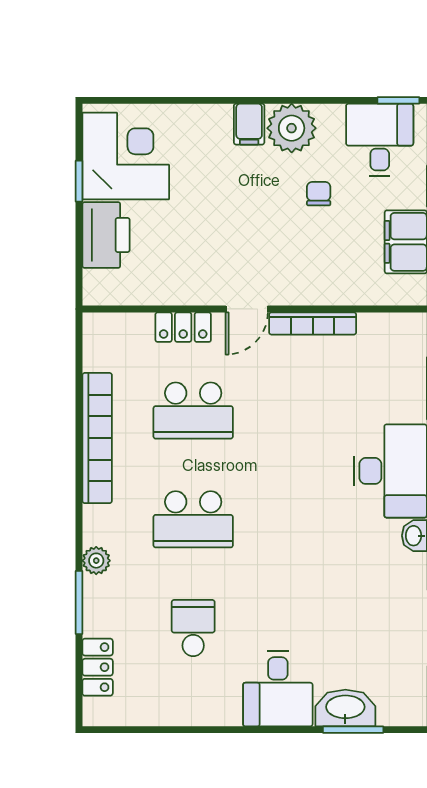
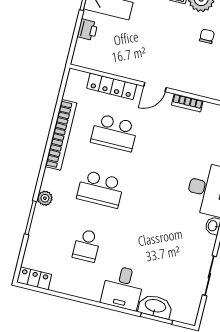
printer: (106, 235) -> (87, 30), width x0.53, depth x0.68
bookcase: (313, 323) -> (187, 103), width x0.64
locker: (183, 327) -> (112, 86), width x1.53
school desk: (193, 628) -> (87, 246), turned 180
locker: (98, 667) -> (34, 278), moved, turned -90

